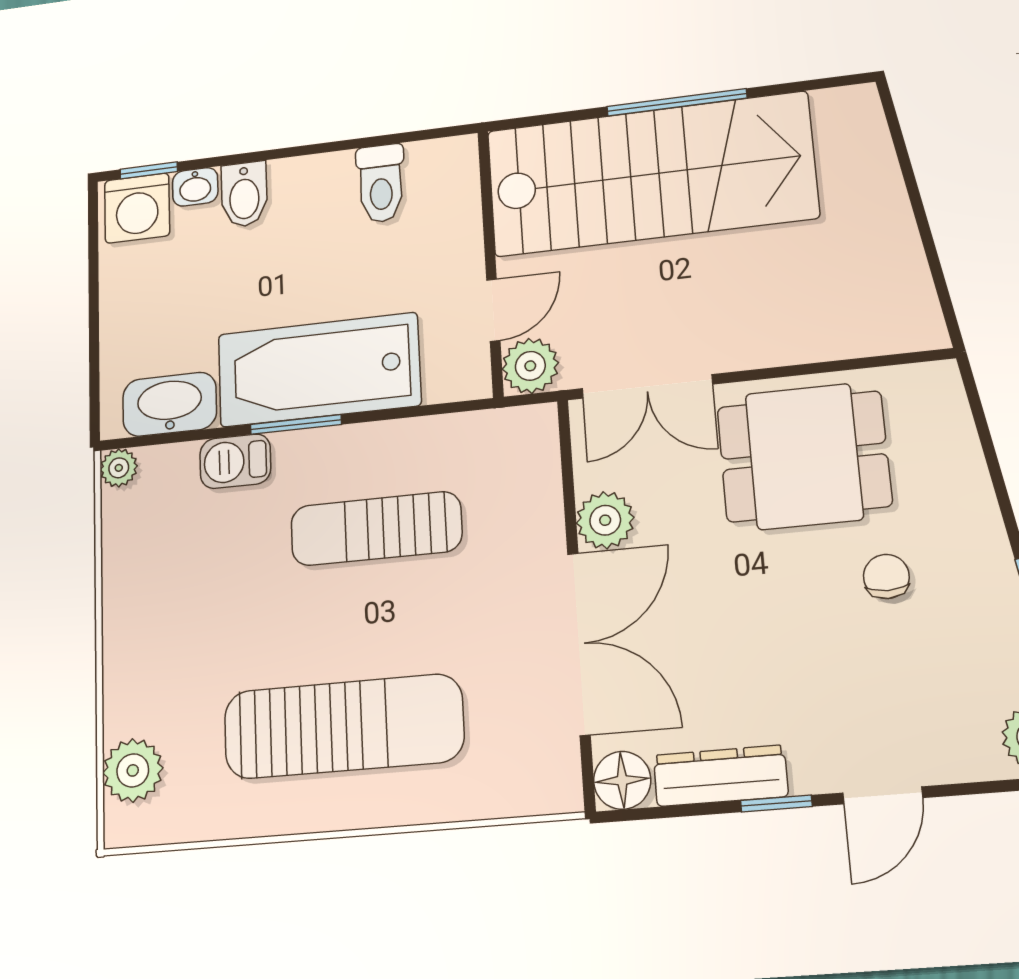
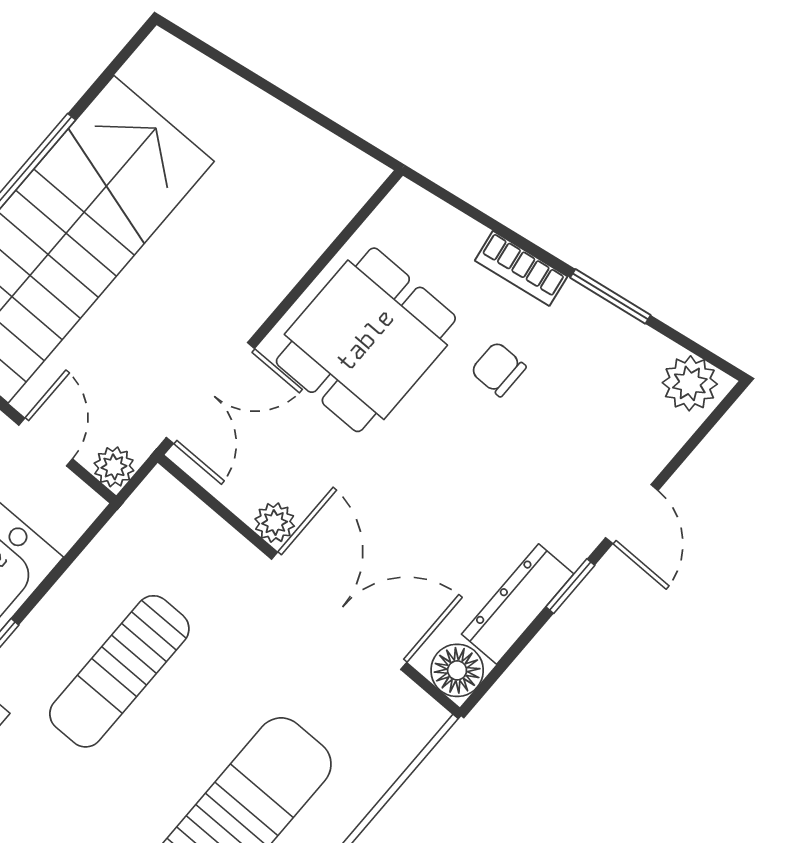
plant: (530, 366) -> (114, 467), width x0.73, depth x0.73
bookcase: (982, 515) -> (521, 268), added
plant: (605, 520) -> (275, 523), width x0.73, depth x0.73

